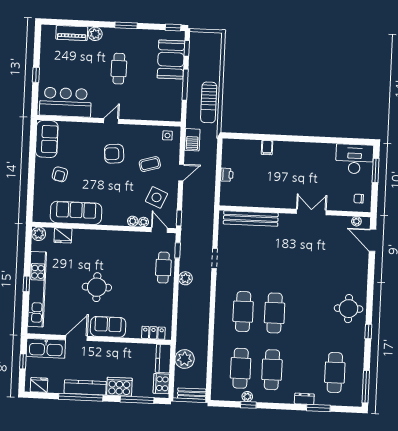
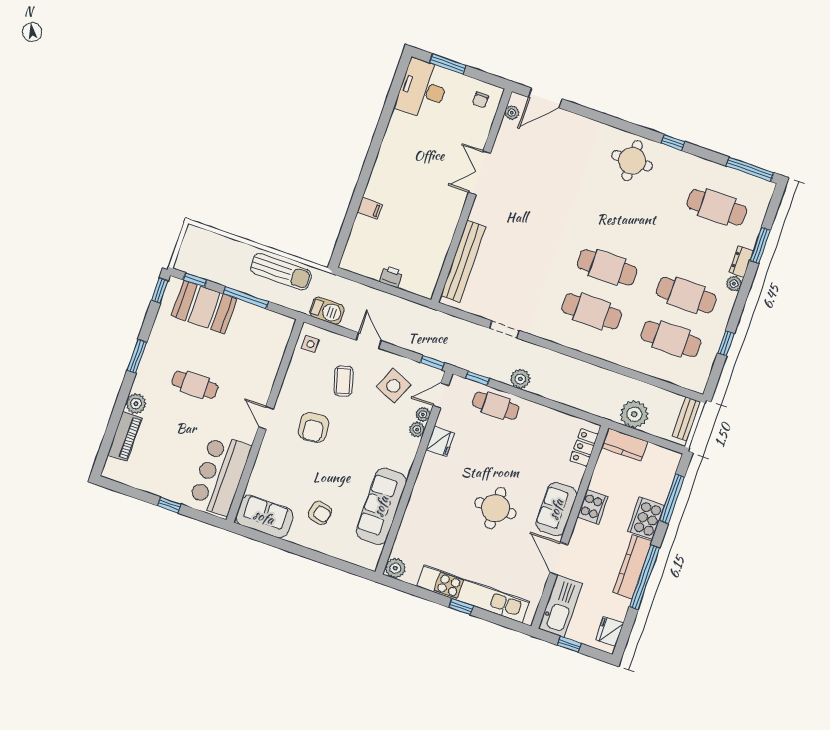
fridge: (63, 235) -> (440, 441), moved
cooker: (161, 384) -> (593, 507), moved, turned -90
plant: (247, 396) -> (734, 284), moved

